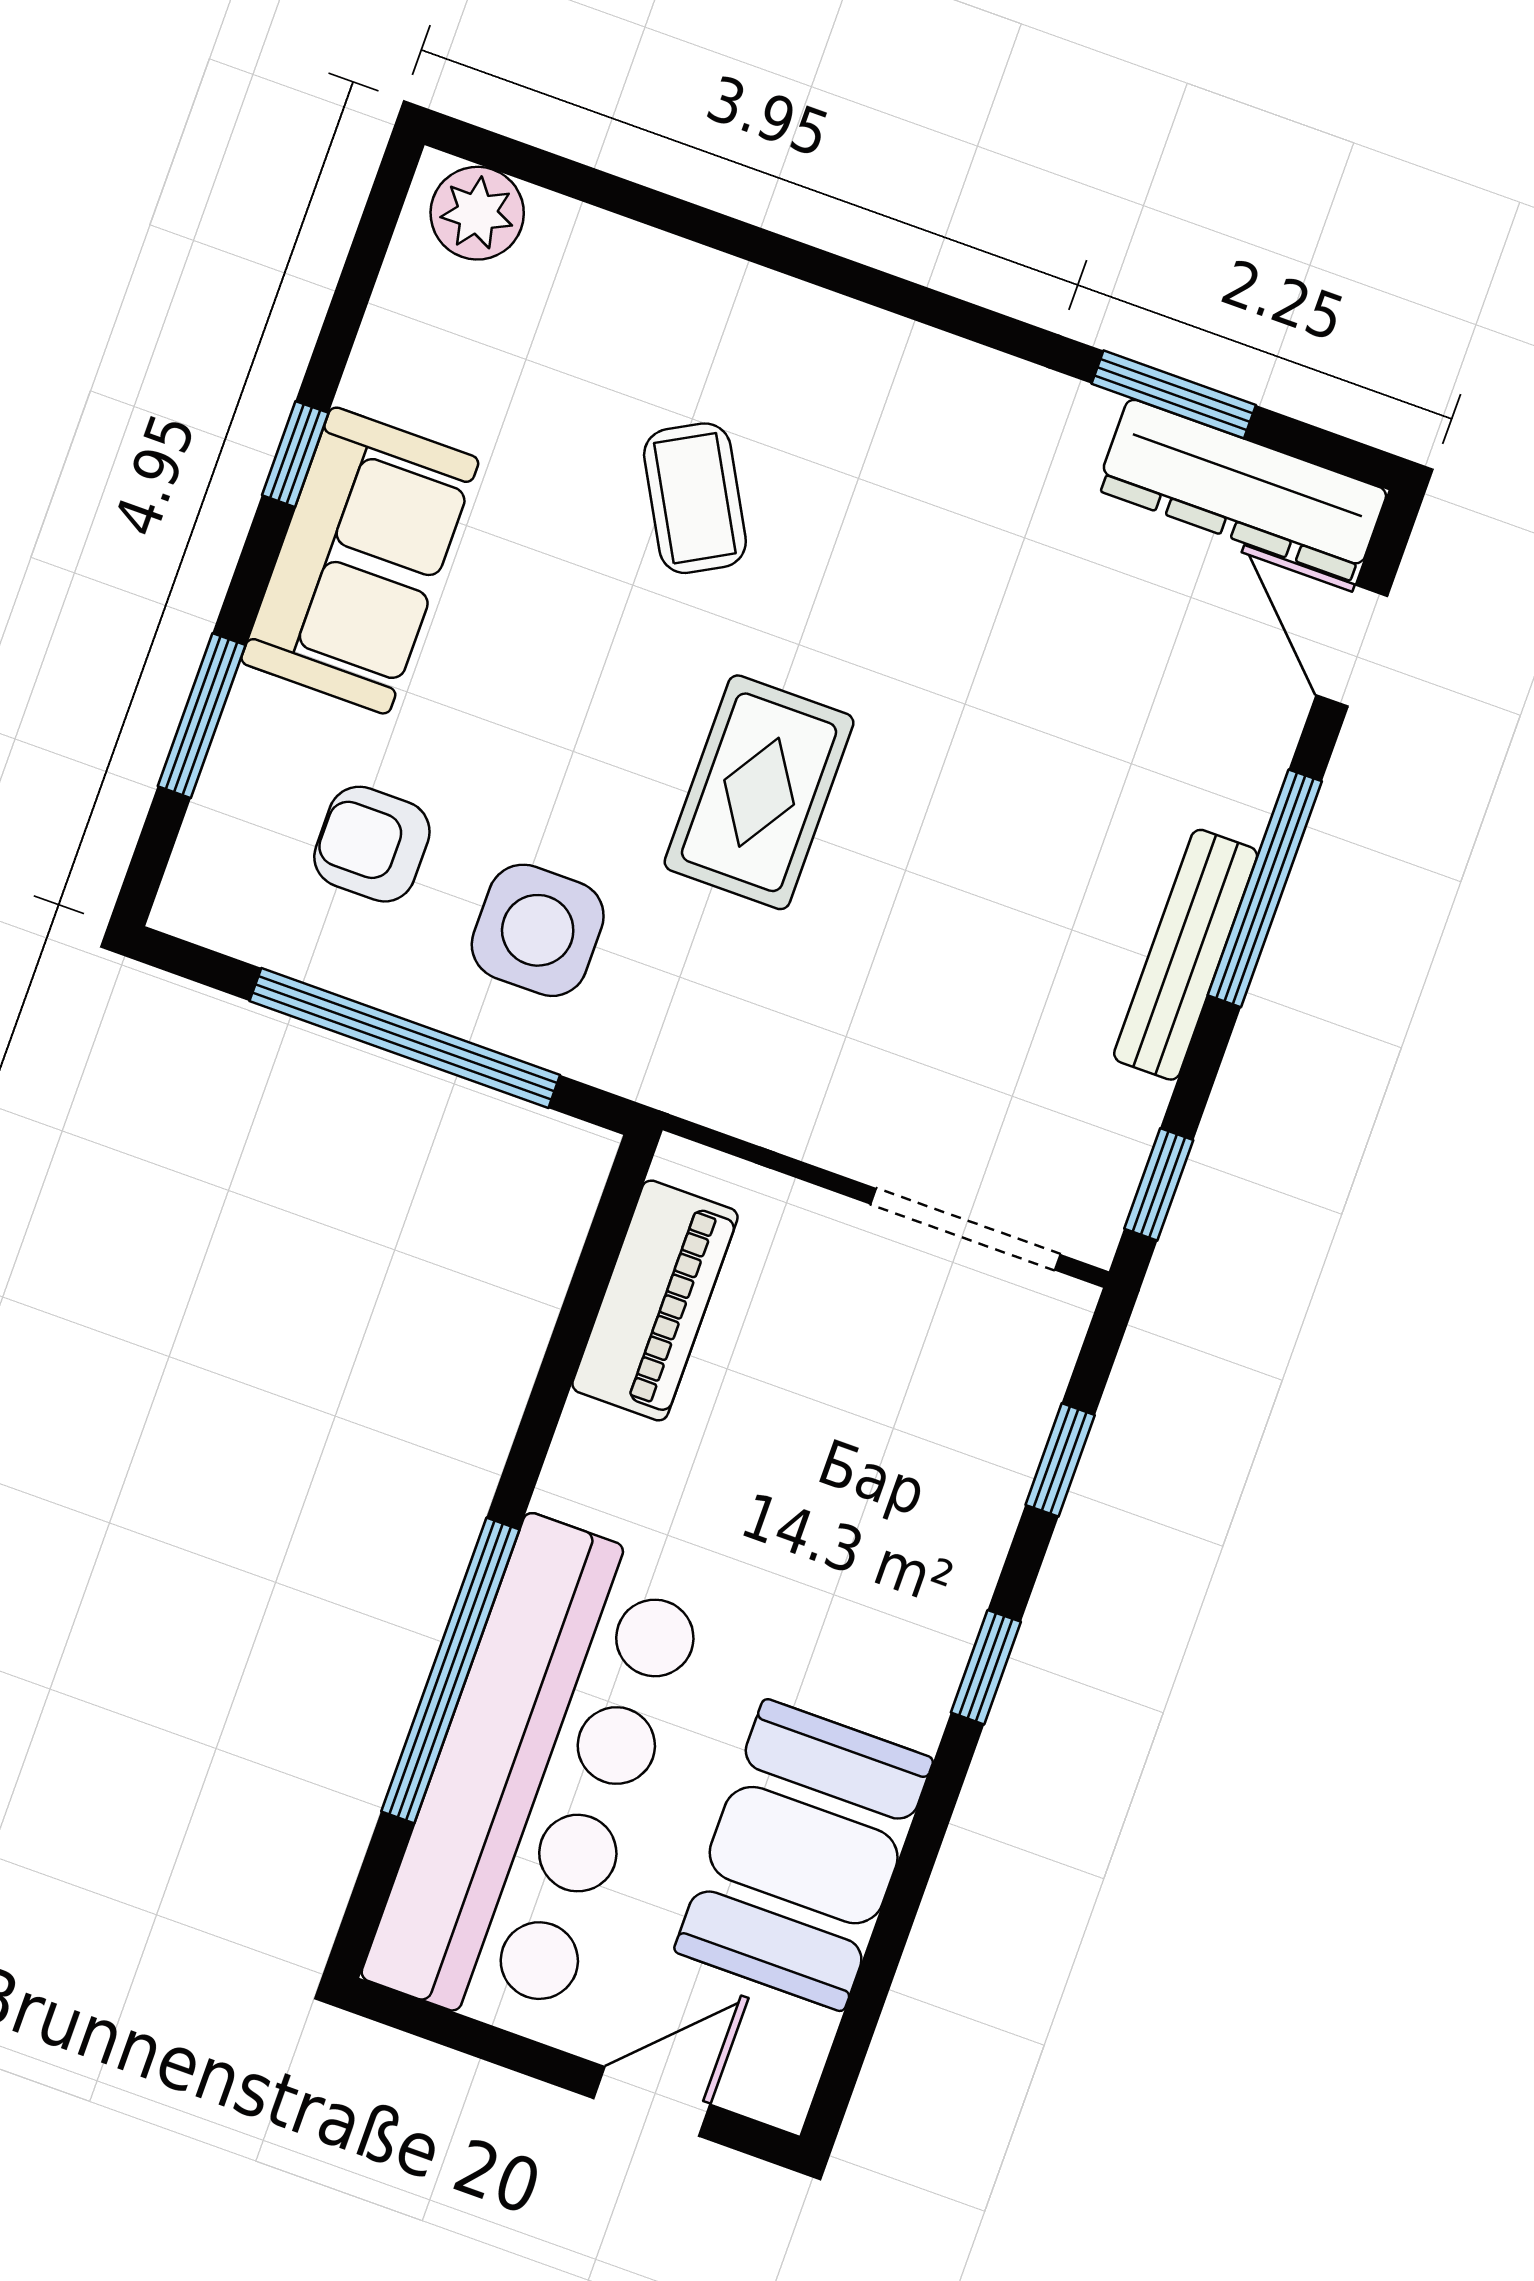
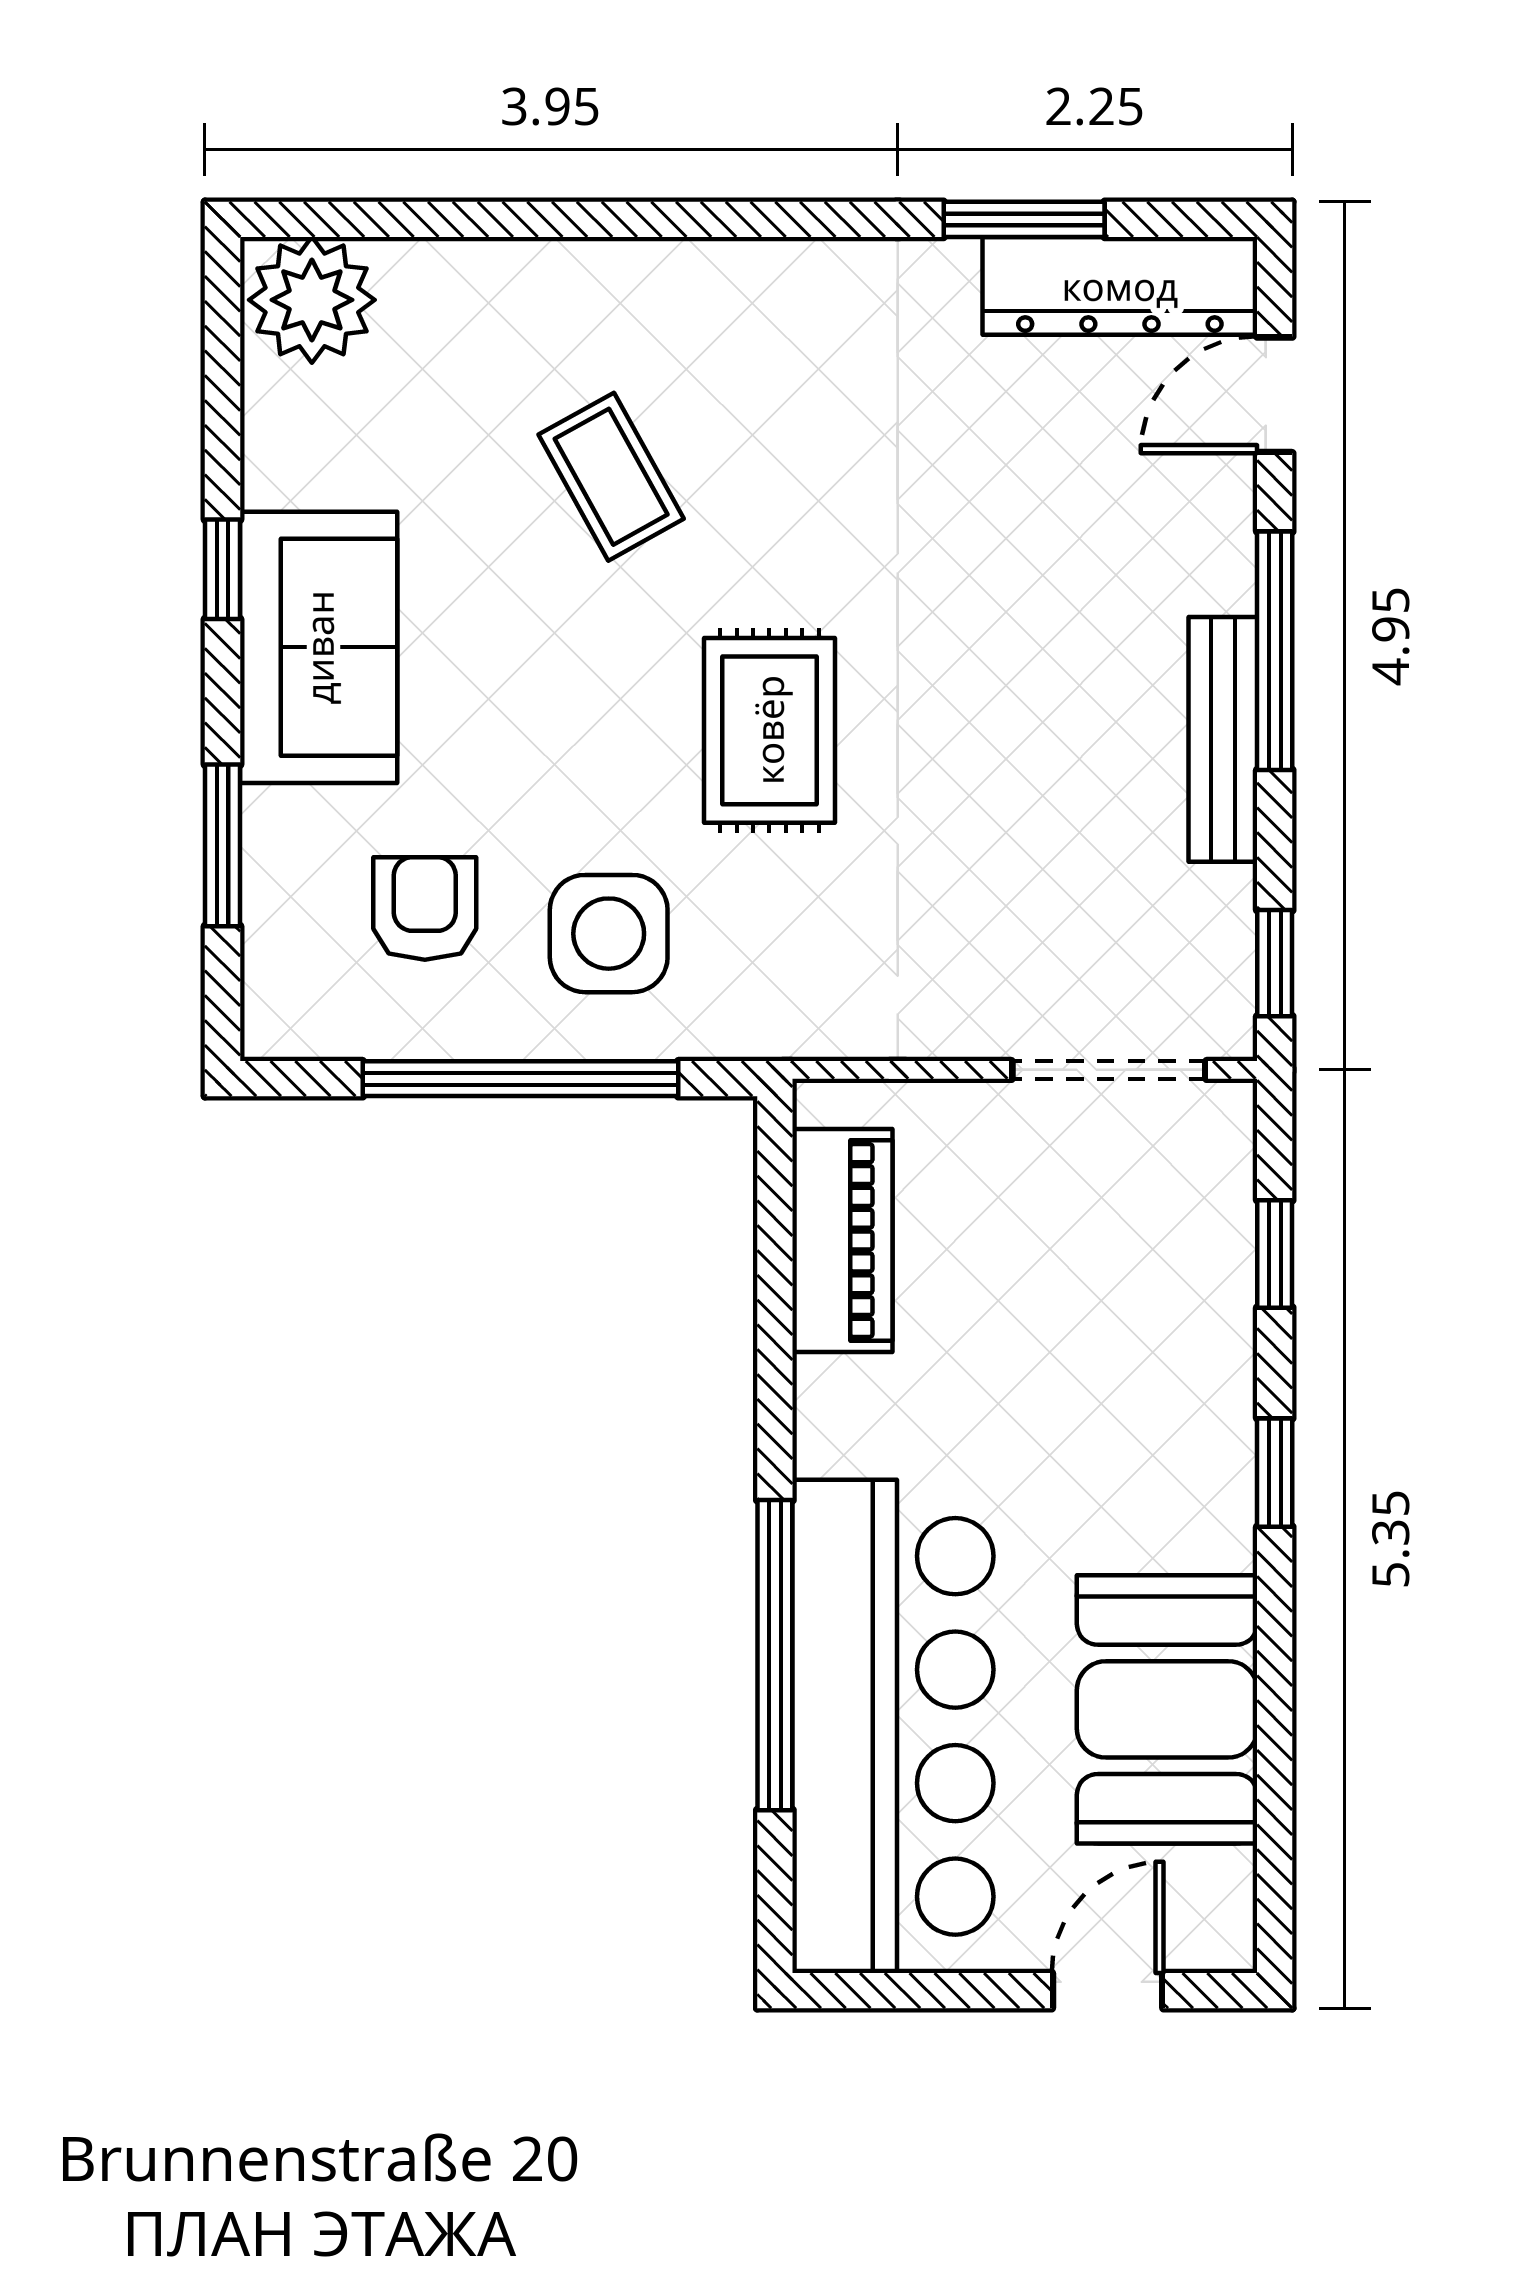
plant: (477, 213) -> (312, 300), width x1.36, depth x1.36
door: (1352, 646) -> (1275, 395), hinge flipped
armchair: (372, 844) -> (425, 908), turned 90

